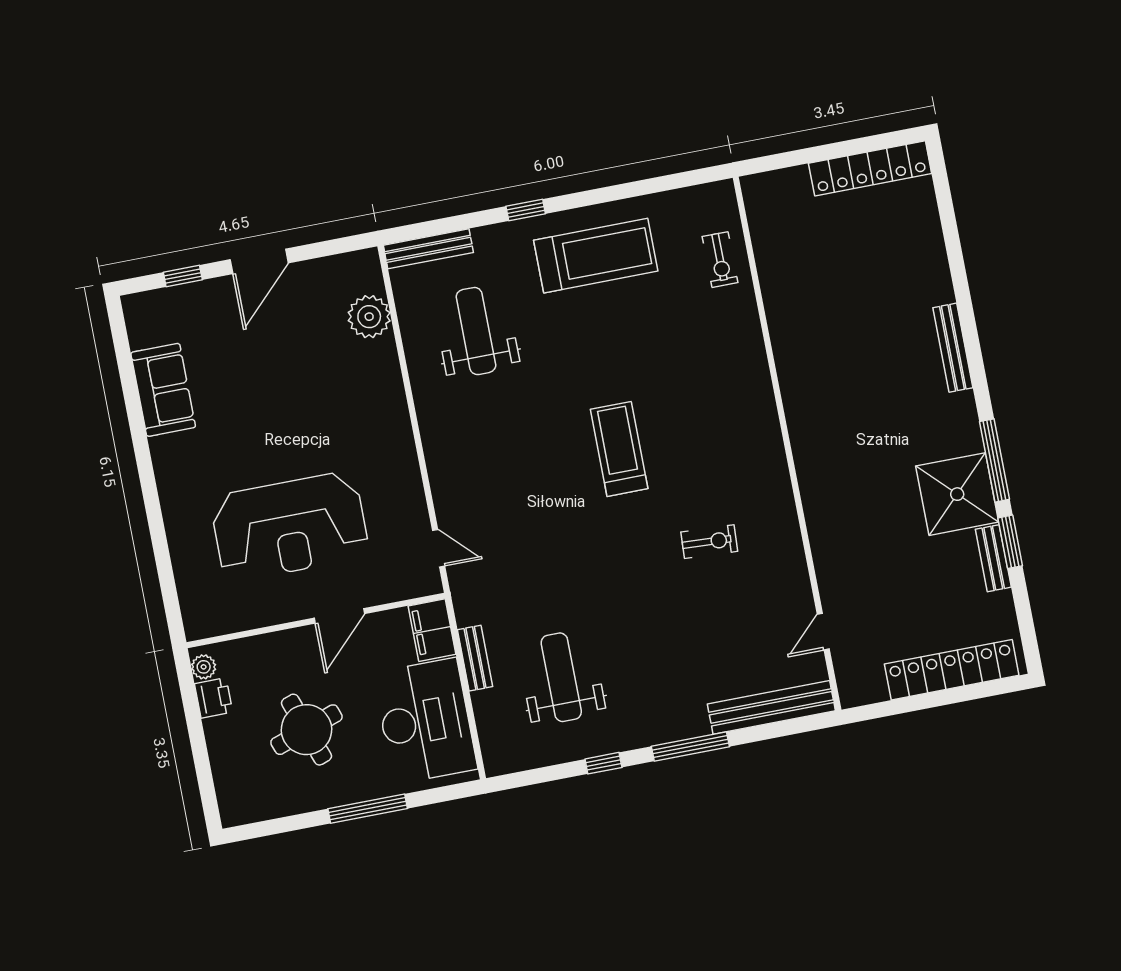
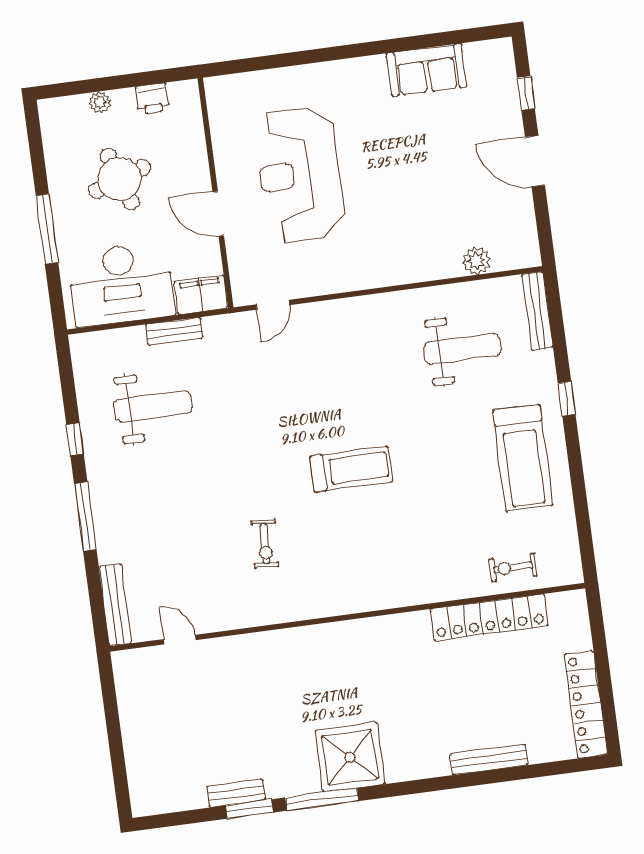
plant: (369, 317) -> (476, 261), width x0.73, depth x0.73
bench: (953, 348) -> (489, 760), moved
shower: (957, 494) -> (350, 757), moved
plant: (204, 667) -> (100, 102), moved
locker: (952, 670) -> (489, 617), moved, turned 90
bench: (771, 707) -> (115, 605), width x0.73, depth x0.82

